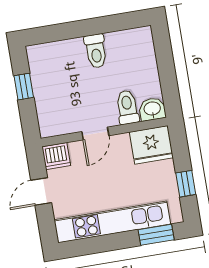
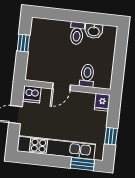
washbasin: (152, 109) -> (94, 31), moved, turned 180
fridge: (151, 145) -> (102, 102), width x0.53, depth x0.75

